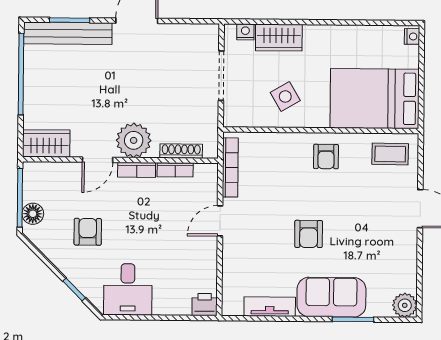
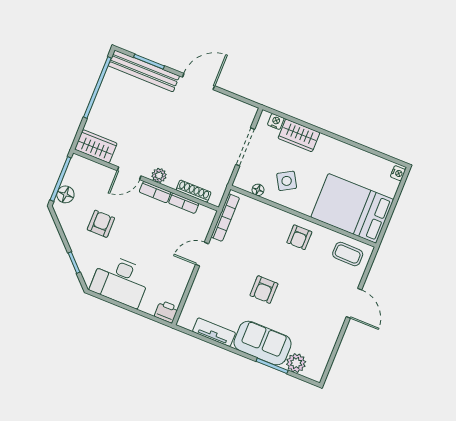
floor lamp: (256, 120) -> (258, 190), added
plant: (134, 140) -> (159, 175), width x0.53, depth x0.53
desk: (128, 289) -> (120, 281), width x1.37
plant: (405, 305) -> (296, 363), moved

